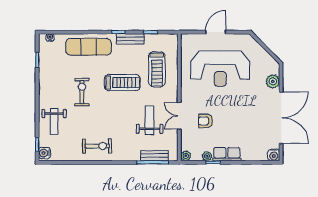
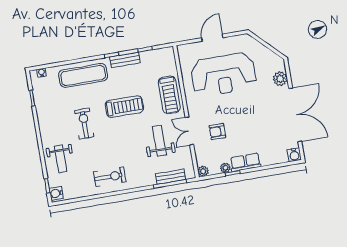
treadmill: (157, 69) -> (169, 95), moved

